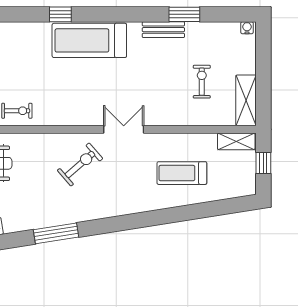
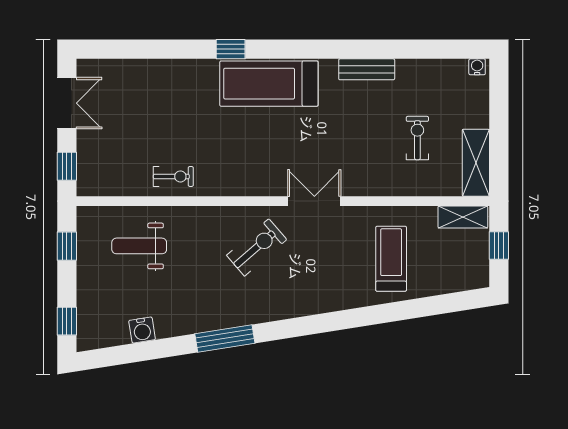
window: (184, 14) -> (395, 49), removed
treadmill: (182, 173) -> (391, 259), turned 90

